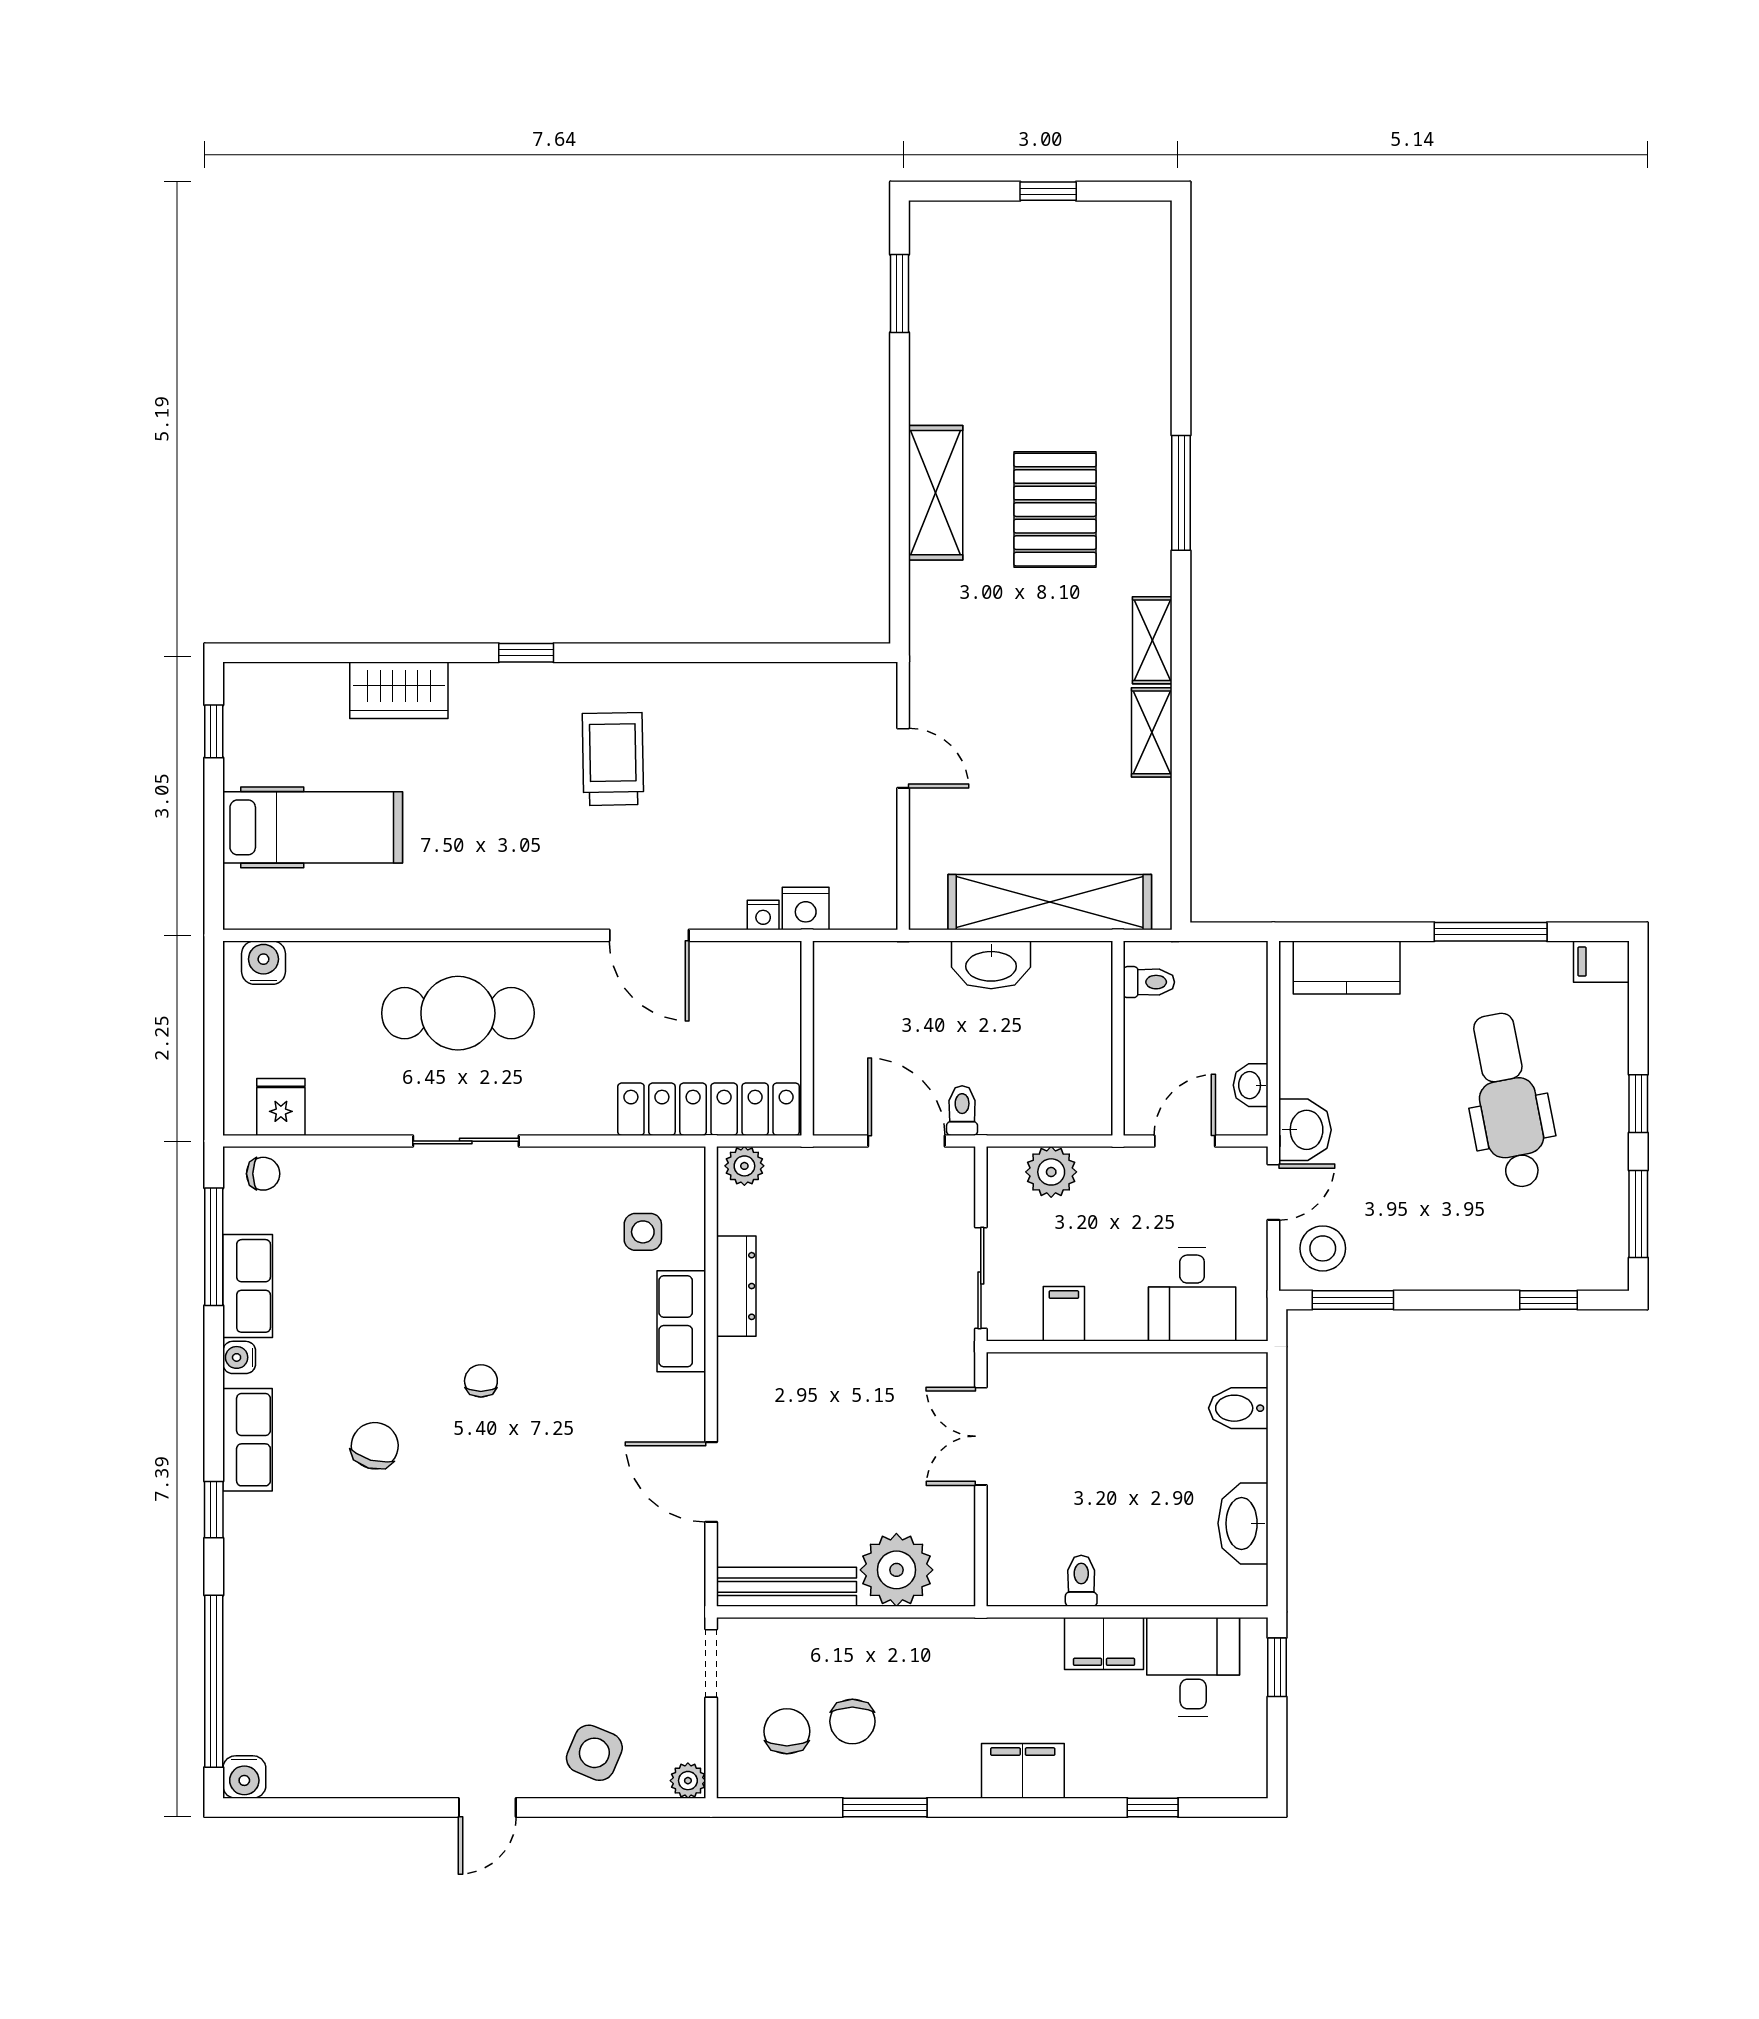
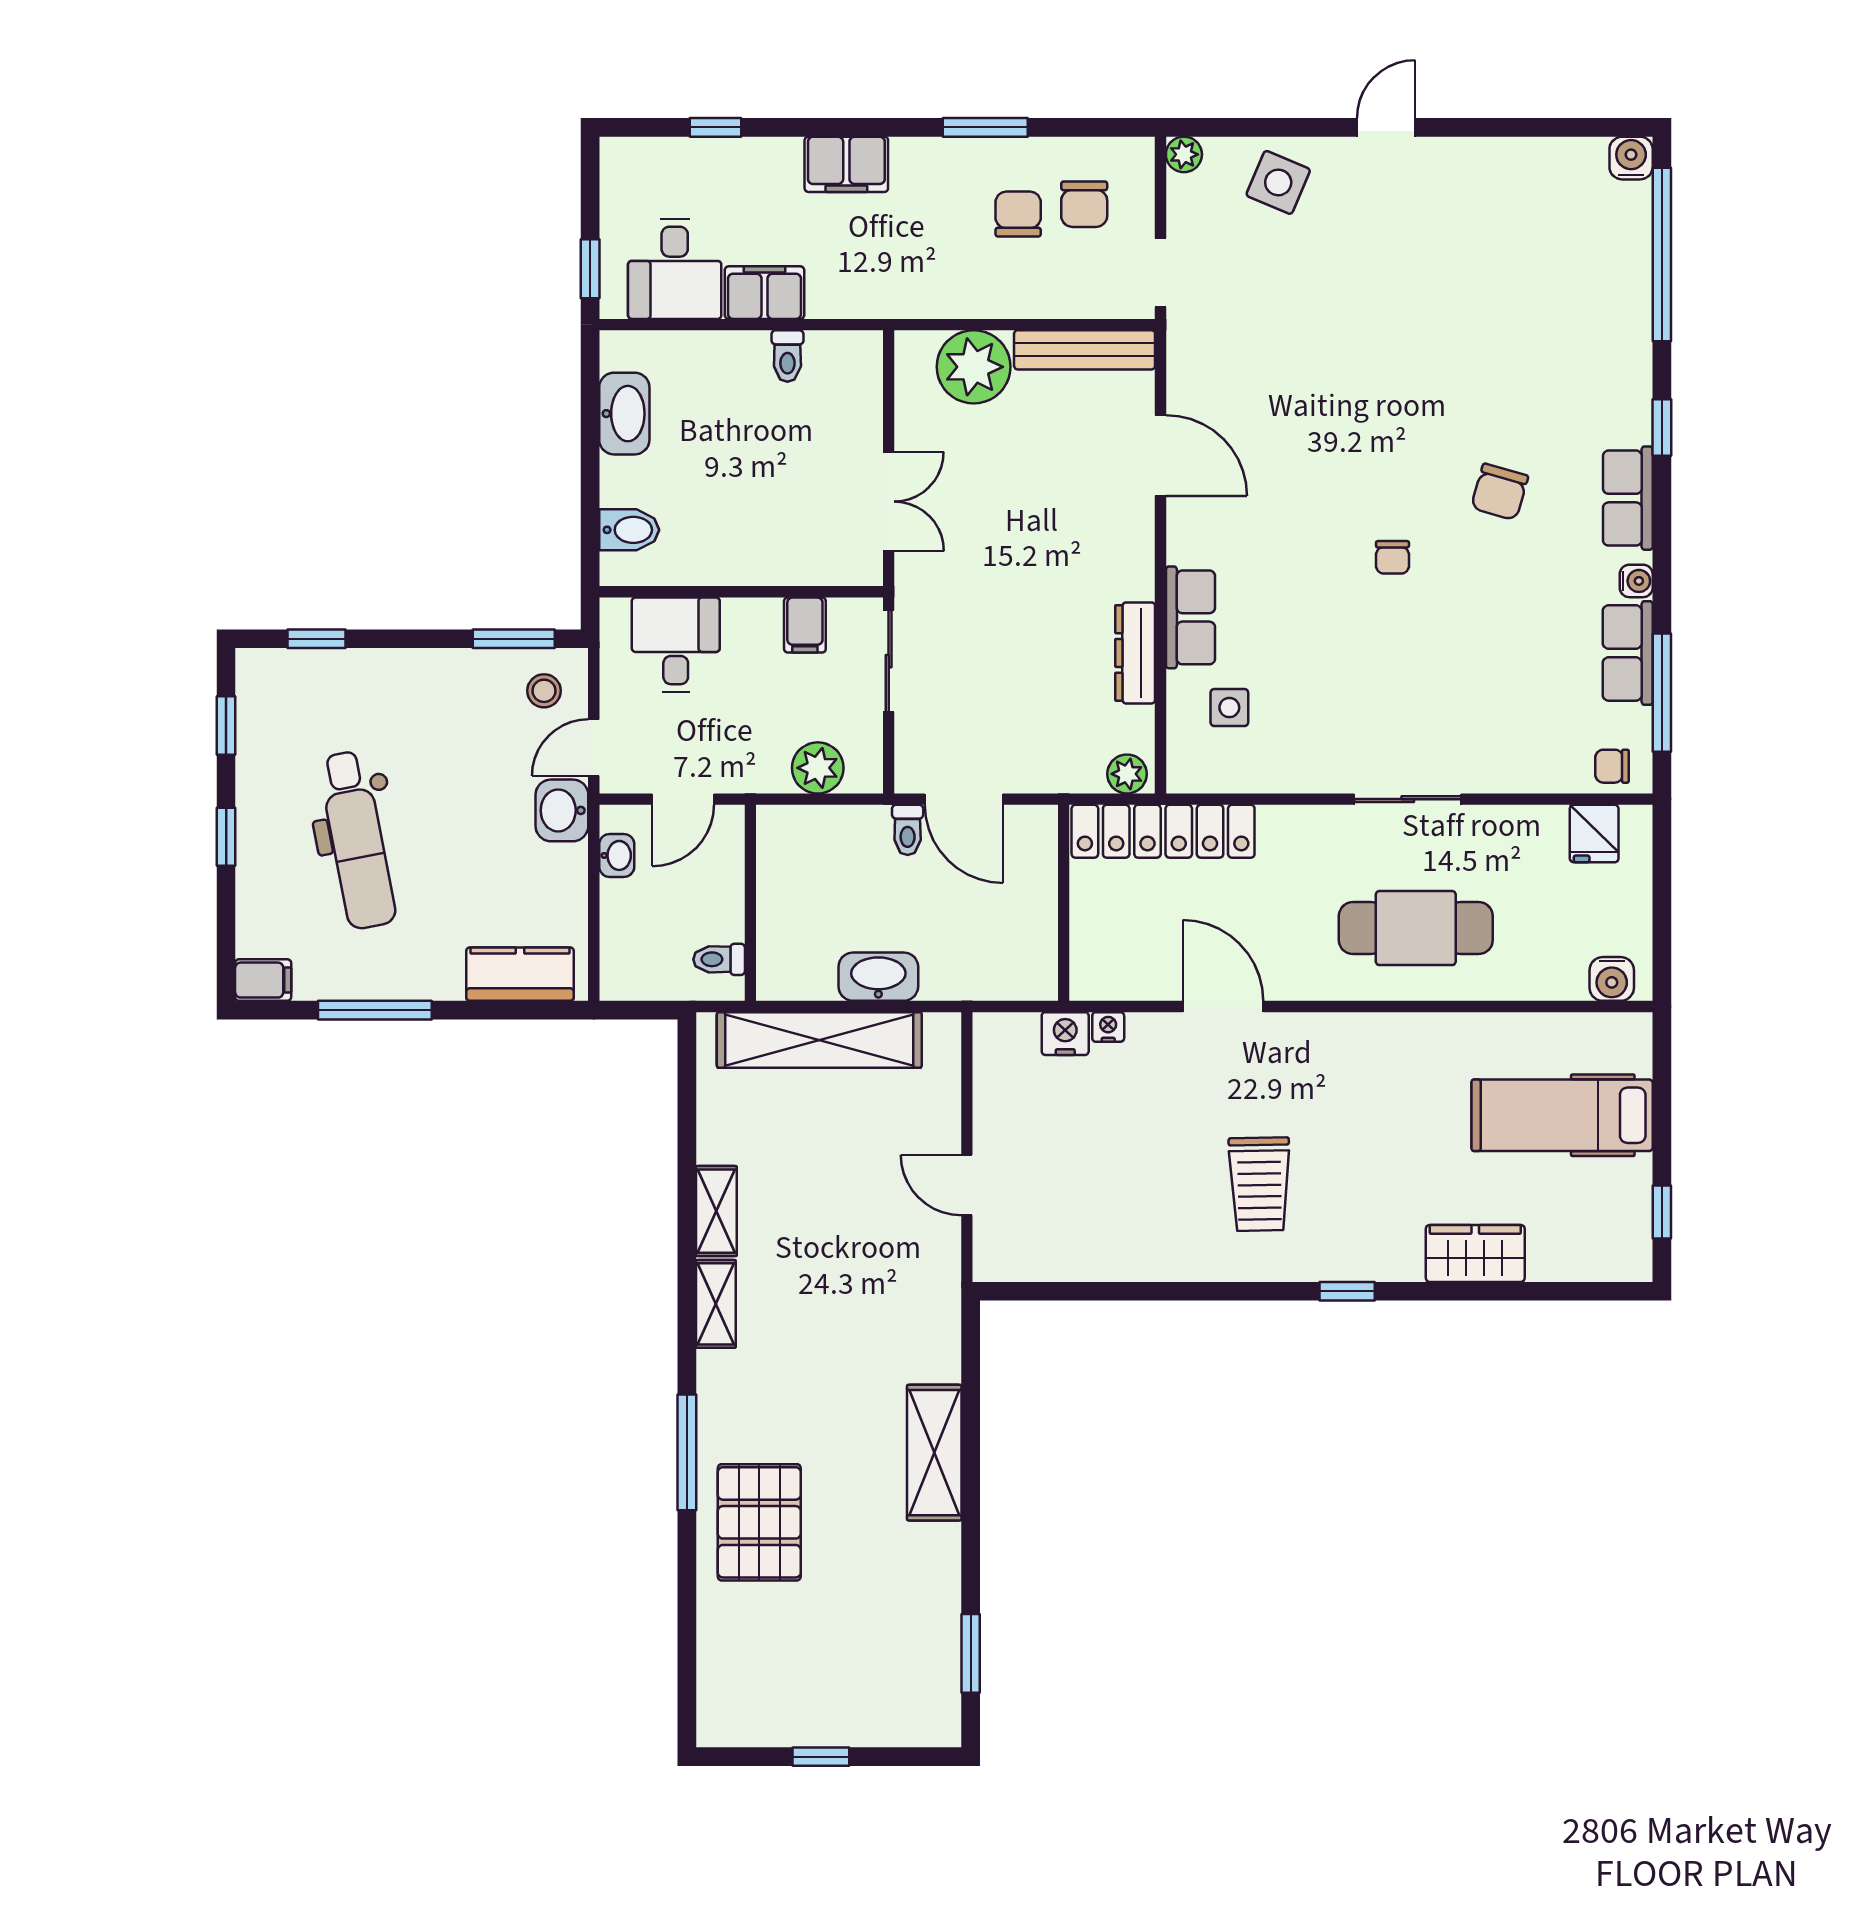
pallet: (1055, 510) -> (759, 1522), moved
window: (1638, 1214) -> (226, 725), width x0.67
stool: (1323, 1248) -> (544, 691), width x0.73, depth x0.73

